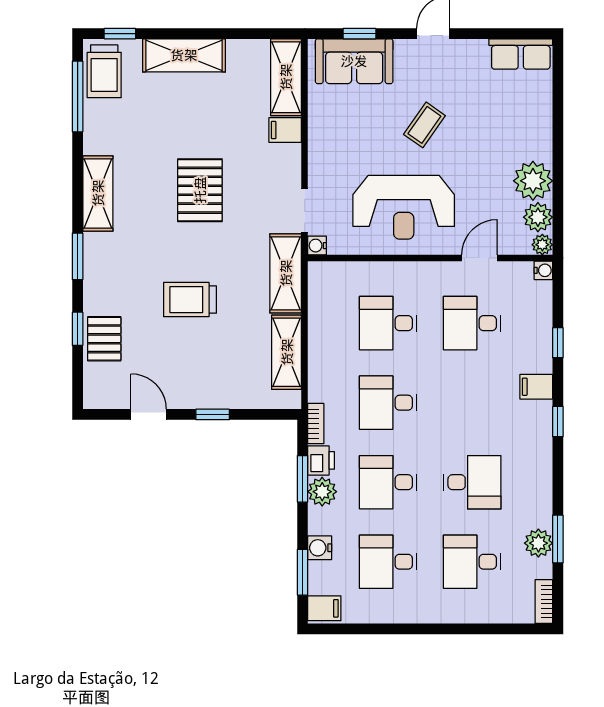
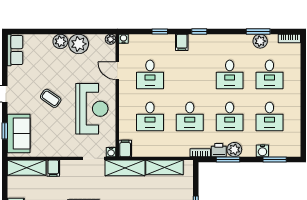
plant: (538, 217) -> (60, 41), moved
desk: (472, 482) -> (230, 74), turned 180
filing cabinet: (324, 608) -> (125, 148), moved

